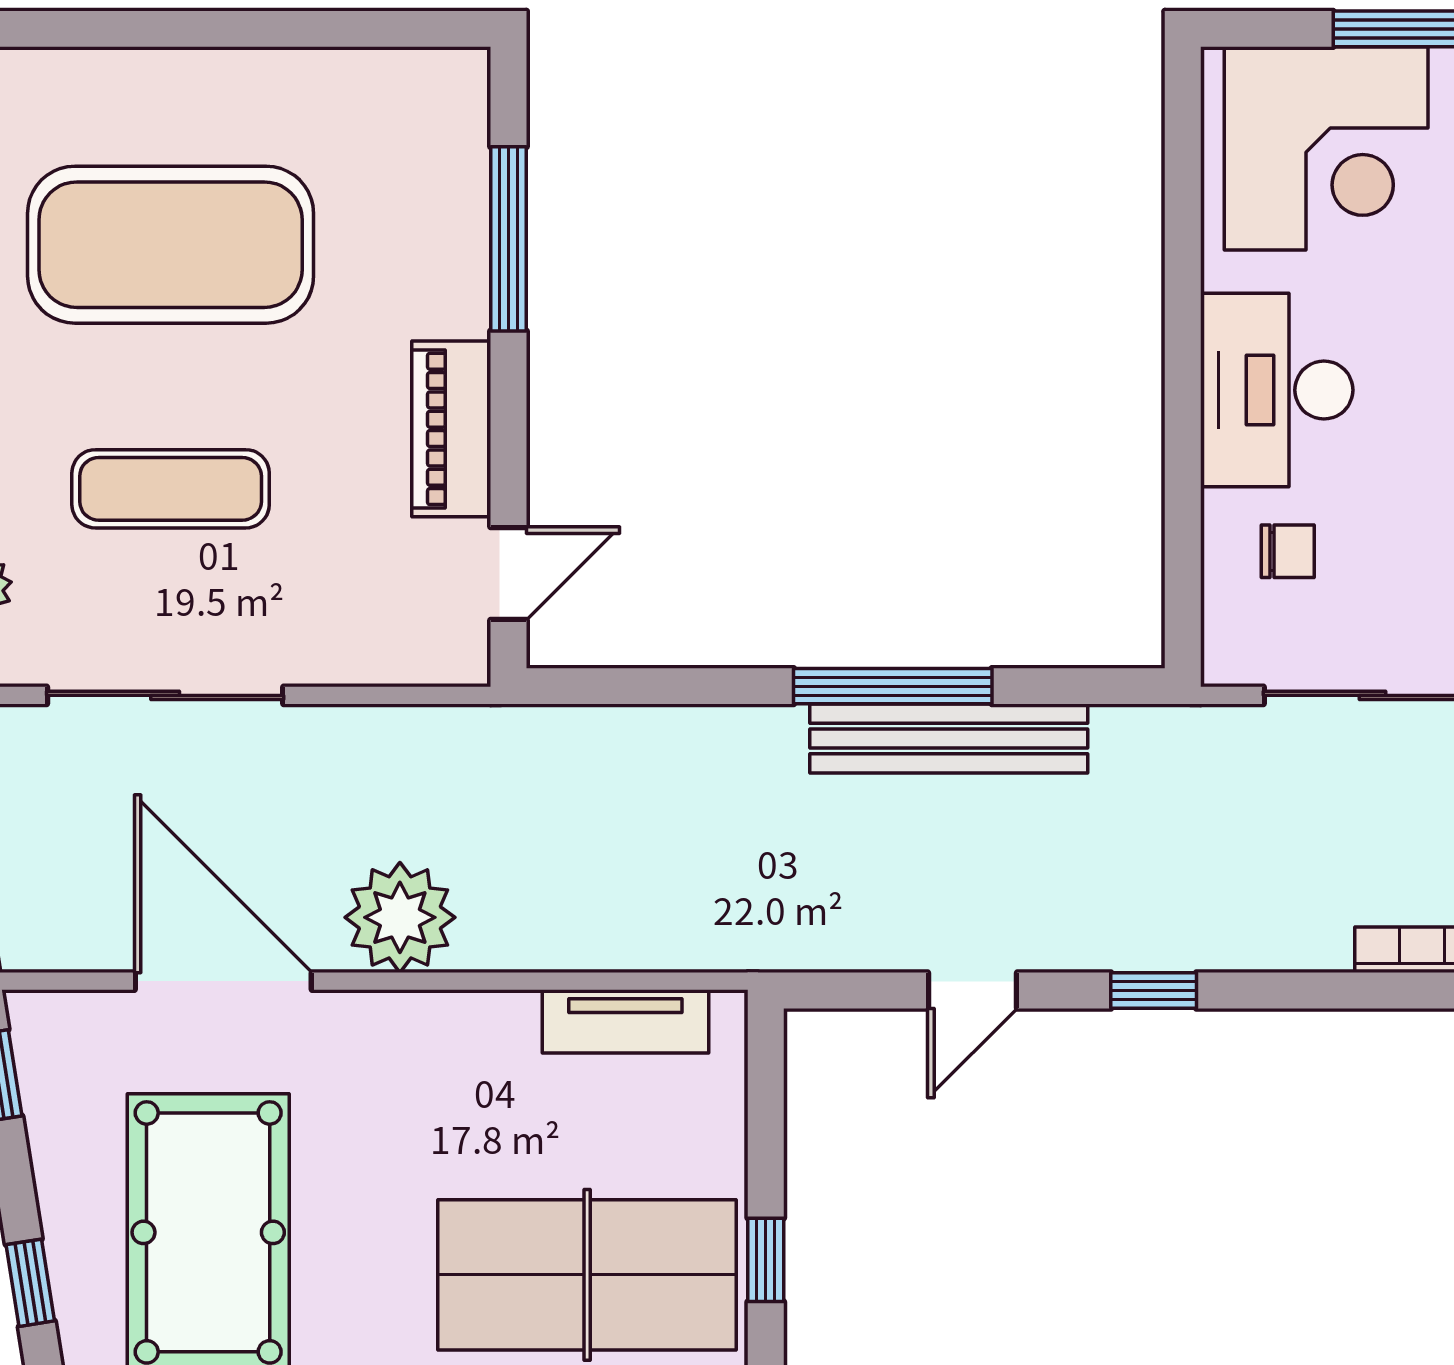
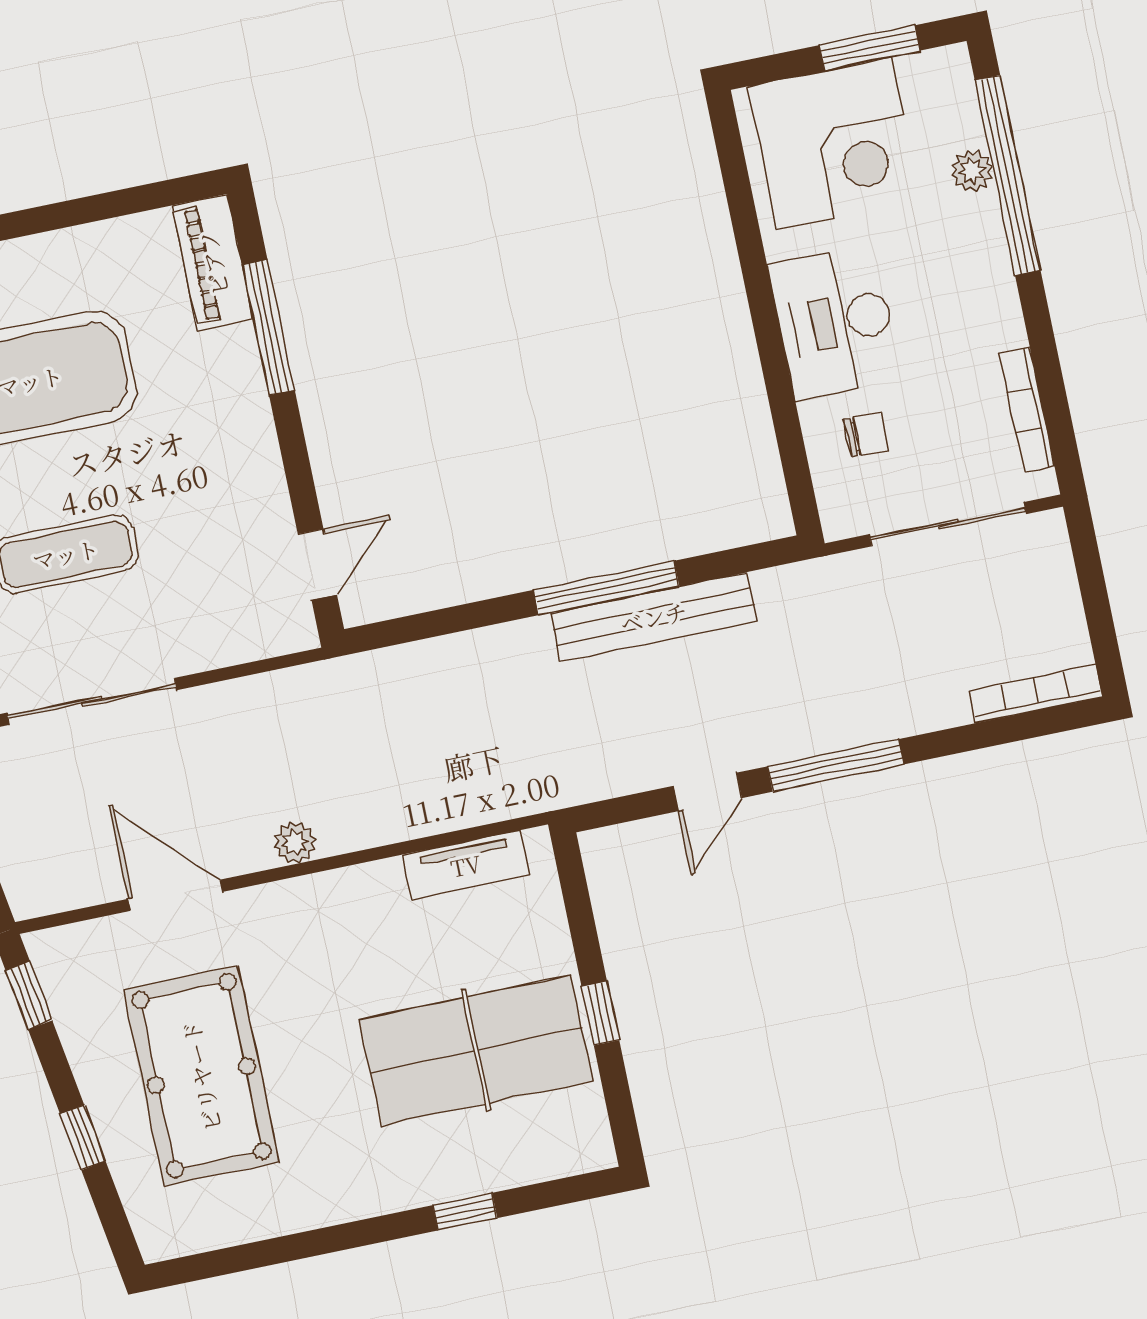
piano: (451, 429) -> (213, 262), moved
plant: (400, 917) -> (295, 842), width x0.53, depth x0.53
door: (223, 981) -> (175, 895), width x0.73
window: (1154, 990) -> (836, 765), width x2.17

